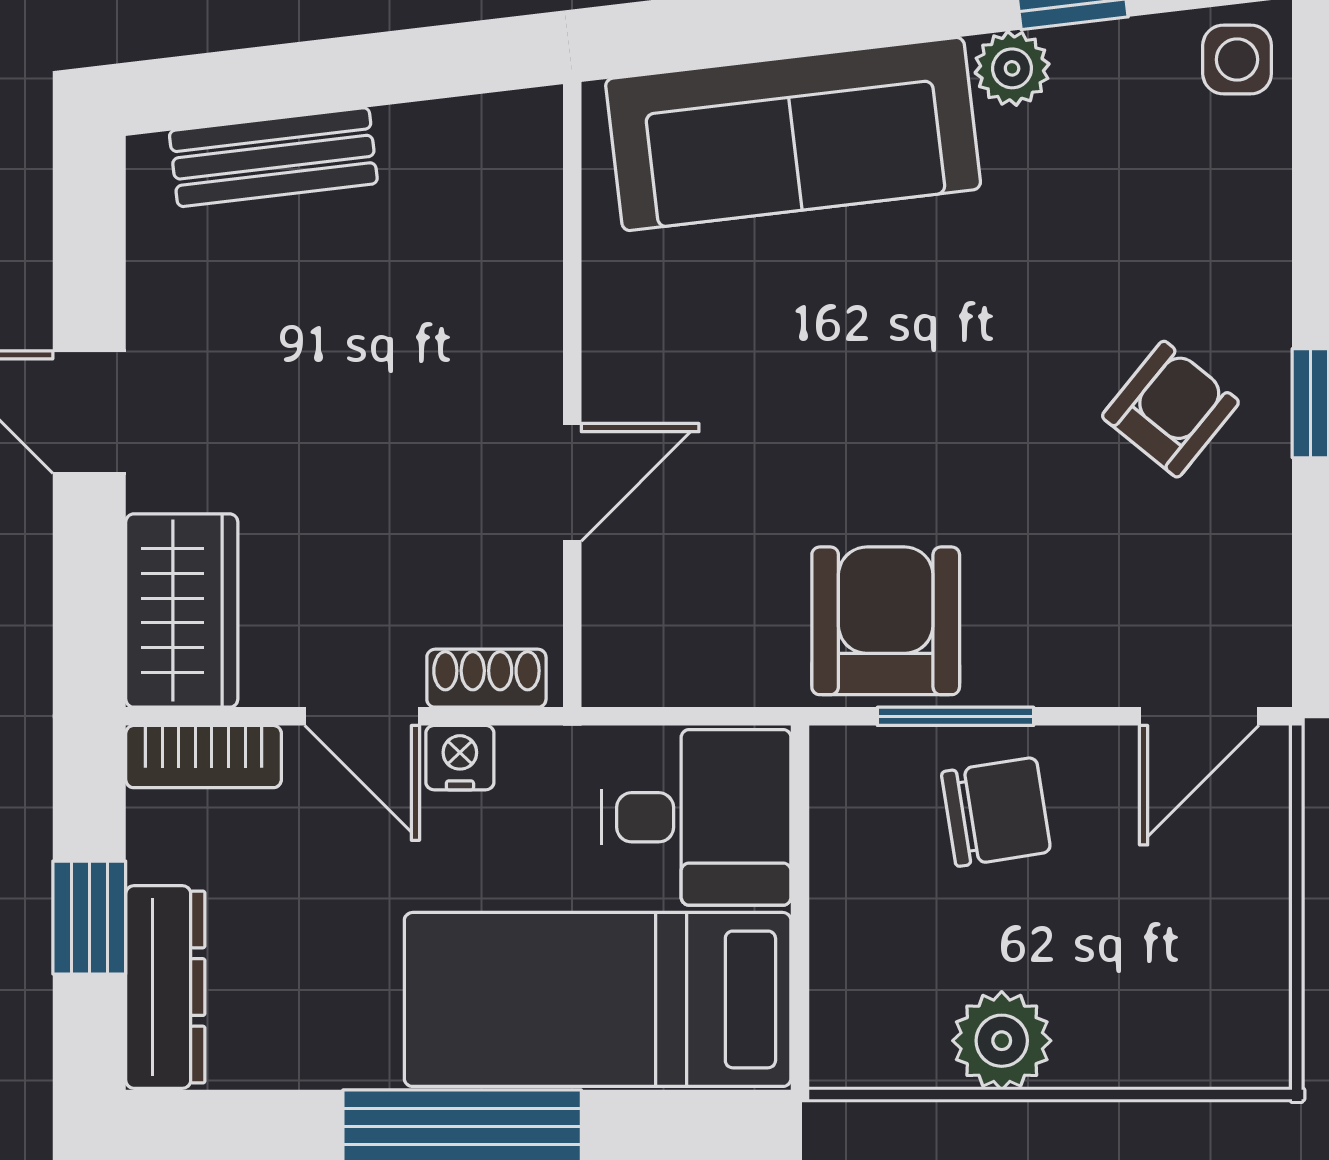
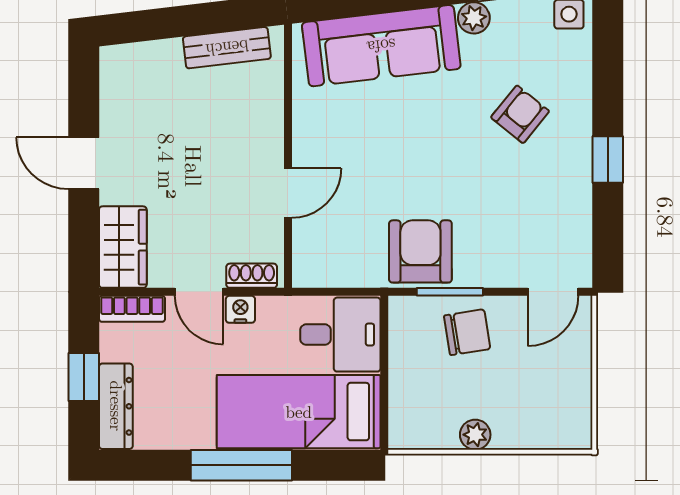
bench: (273, 157) -> (227, 48), moved
armchair: (1170, 409) -> (520, 114), moved
plant: (1002, 1041) -> (475, 435), width x0.73, depth x0.73

